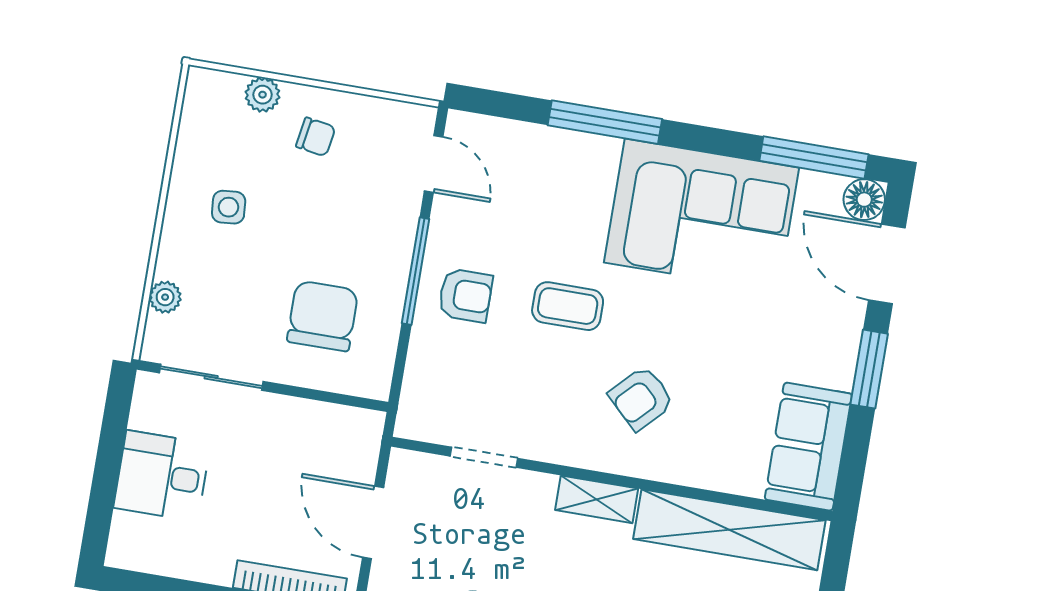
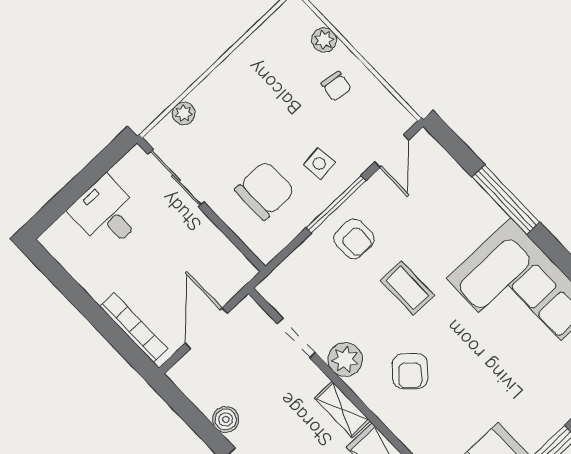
side table: (229, 207) -> (319, 164), moved
armchair: (641, 398) -> (410, 371), turned -92
plant: (558, 440) -> (345, 359), added

